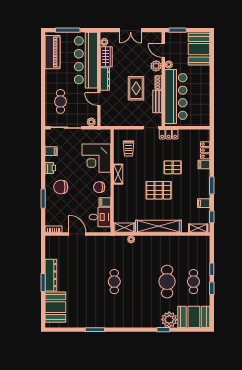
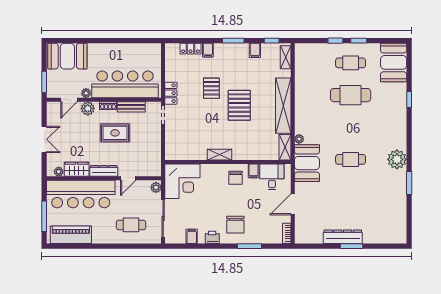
trolley: (129, 148) -> (188, 142), removed
corner desk: (96, 158) -> (182, 181), moved
booth: (55, 307) -> (307, 163), moved, turned 90
plant: (169, 320) -> (397, 159), moved

